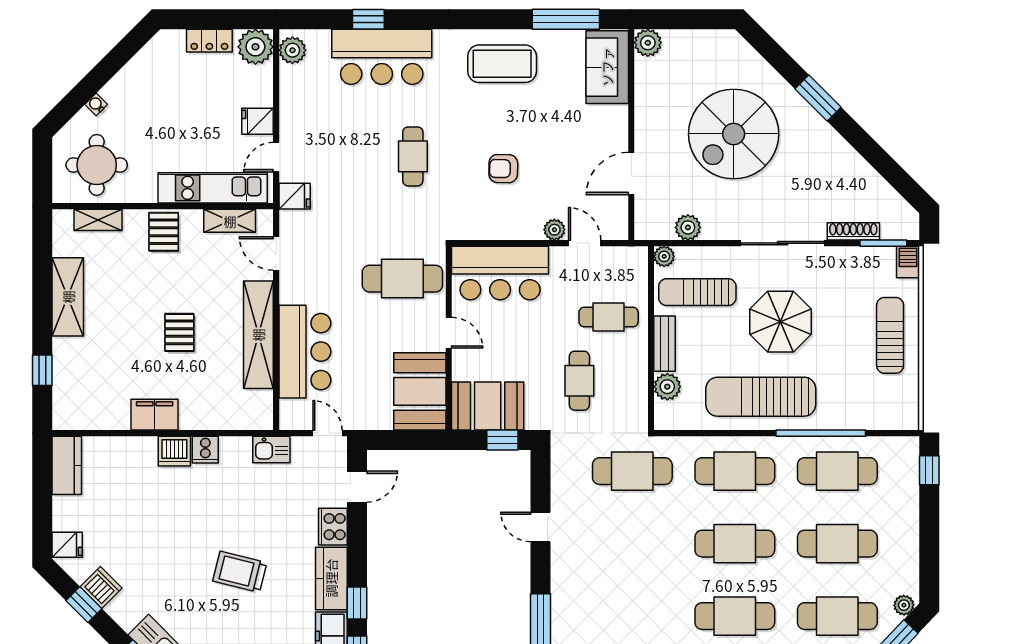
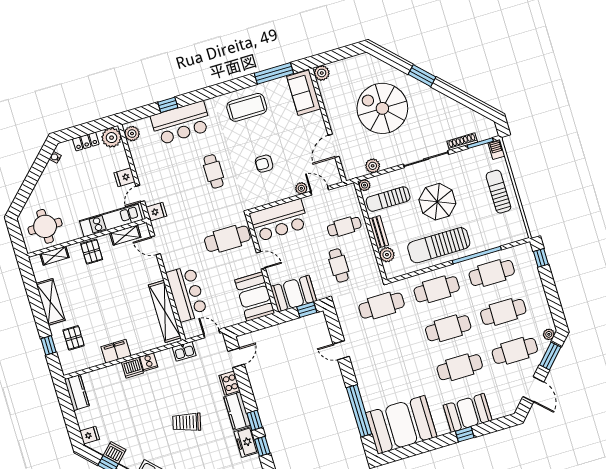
water cooler: (96, 104) -> (55, 157), moved
spiral stairs: (734, 134) -> (382, 108), turned 90
pallet: (179, 332) -> (74, 338), moved
shelving: (258, 335) -> (165, 311), moved

